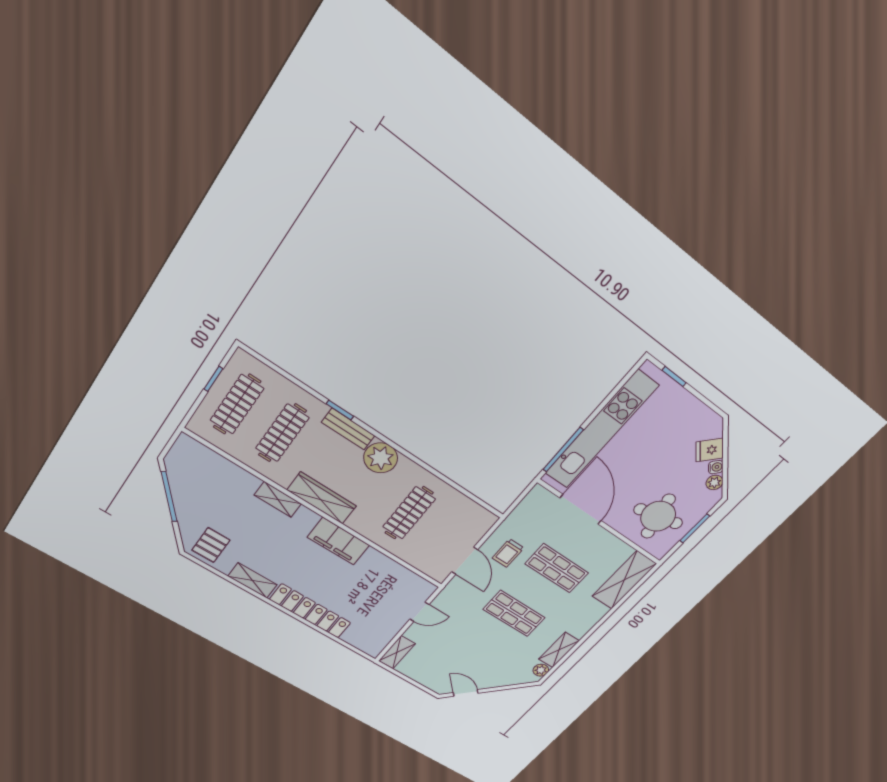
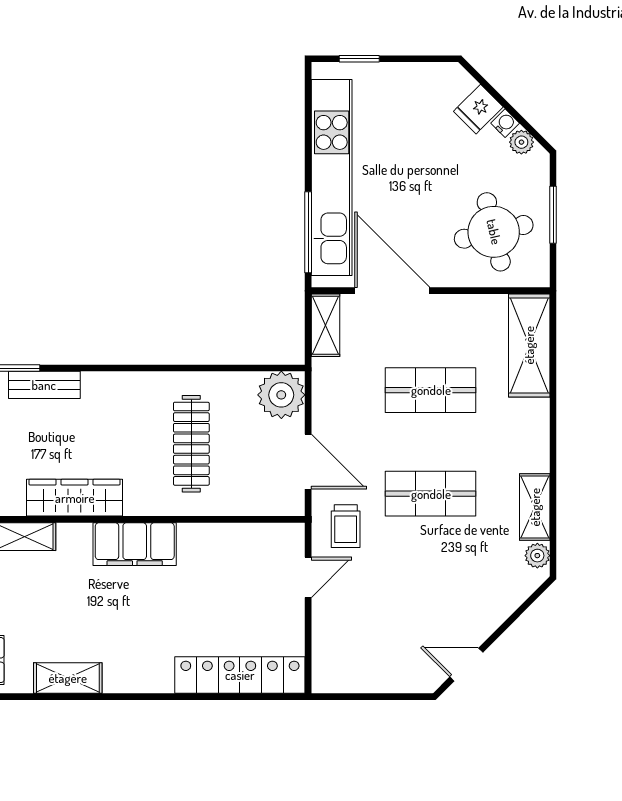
plant: (381, 458) -> (281, 395), moved
trolley: (508, 553) -> (346, 526), moved
locker: (310, 611) -> (240, 675), moved
shelving: (397, 652) -> (326, 325), moved

